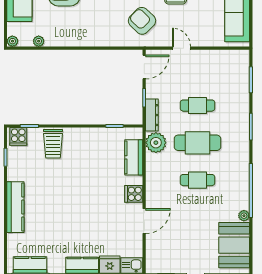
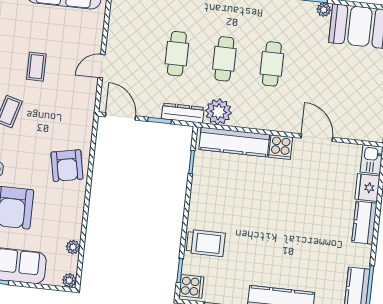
armchair: (142, 21) -> (67, 166), moved, turned -55
cafe table: (197, 143) -> (224, 59), width x0.73, depth x0.74
kitchen counter: (134, 157) -> (234, 142), width x1.50

